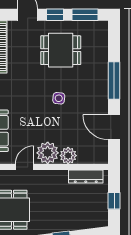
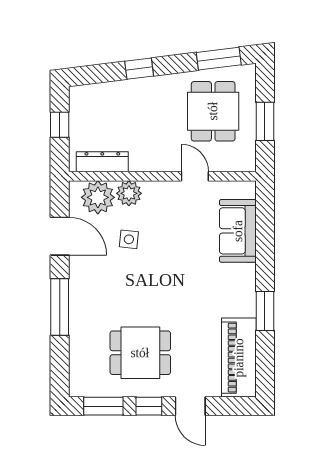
side table: (59, 98) -> (129, 239), moved
plant: (48, 153) -> (98, 197), moved
door: (25, 167) -> (195, 176), swing flipped

